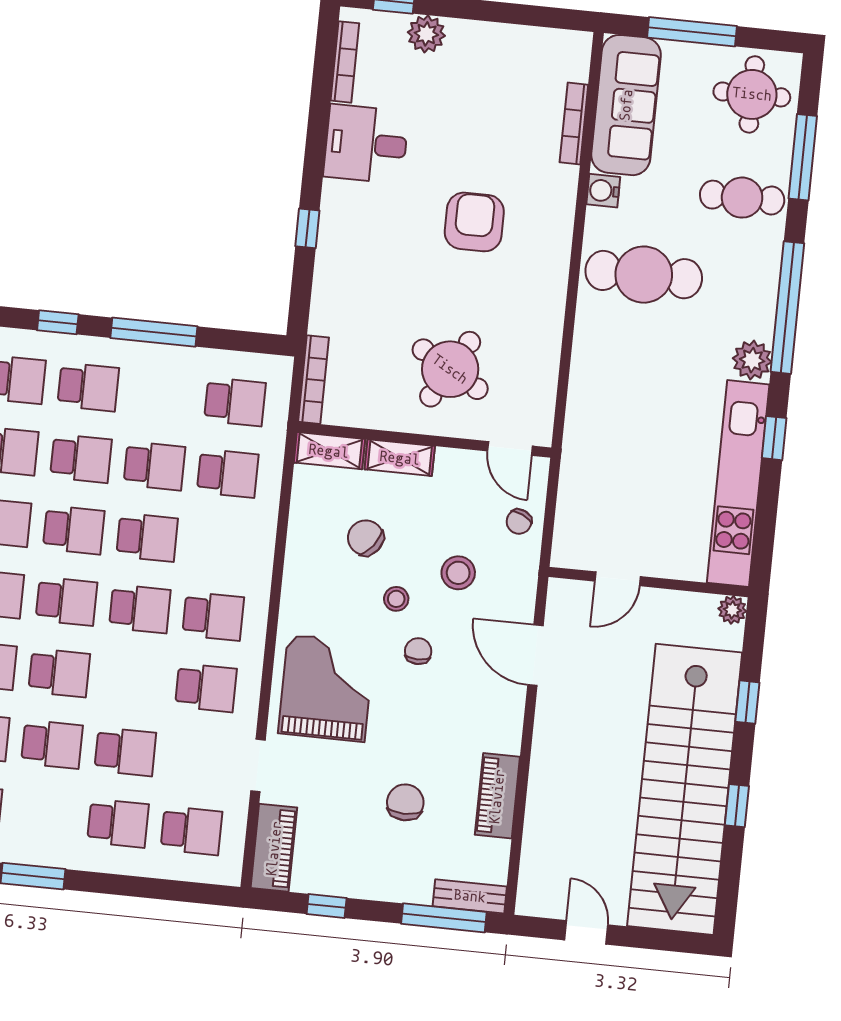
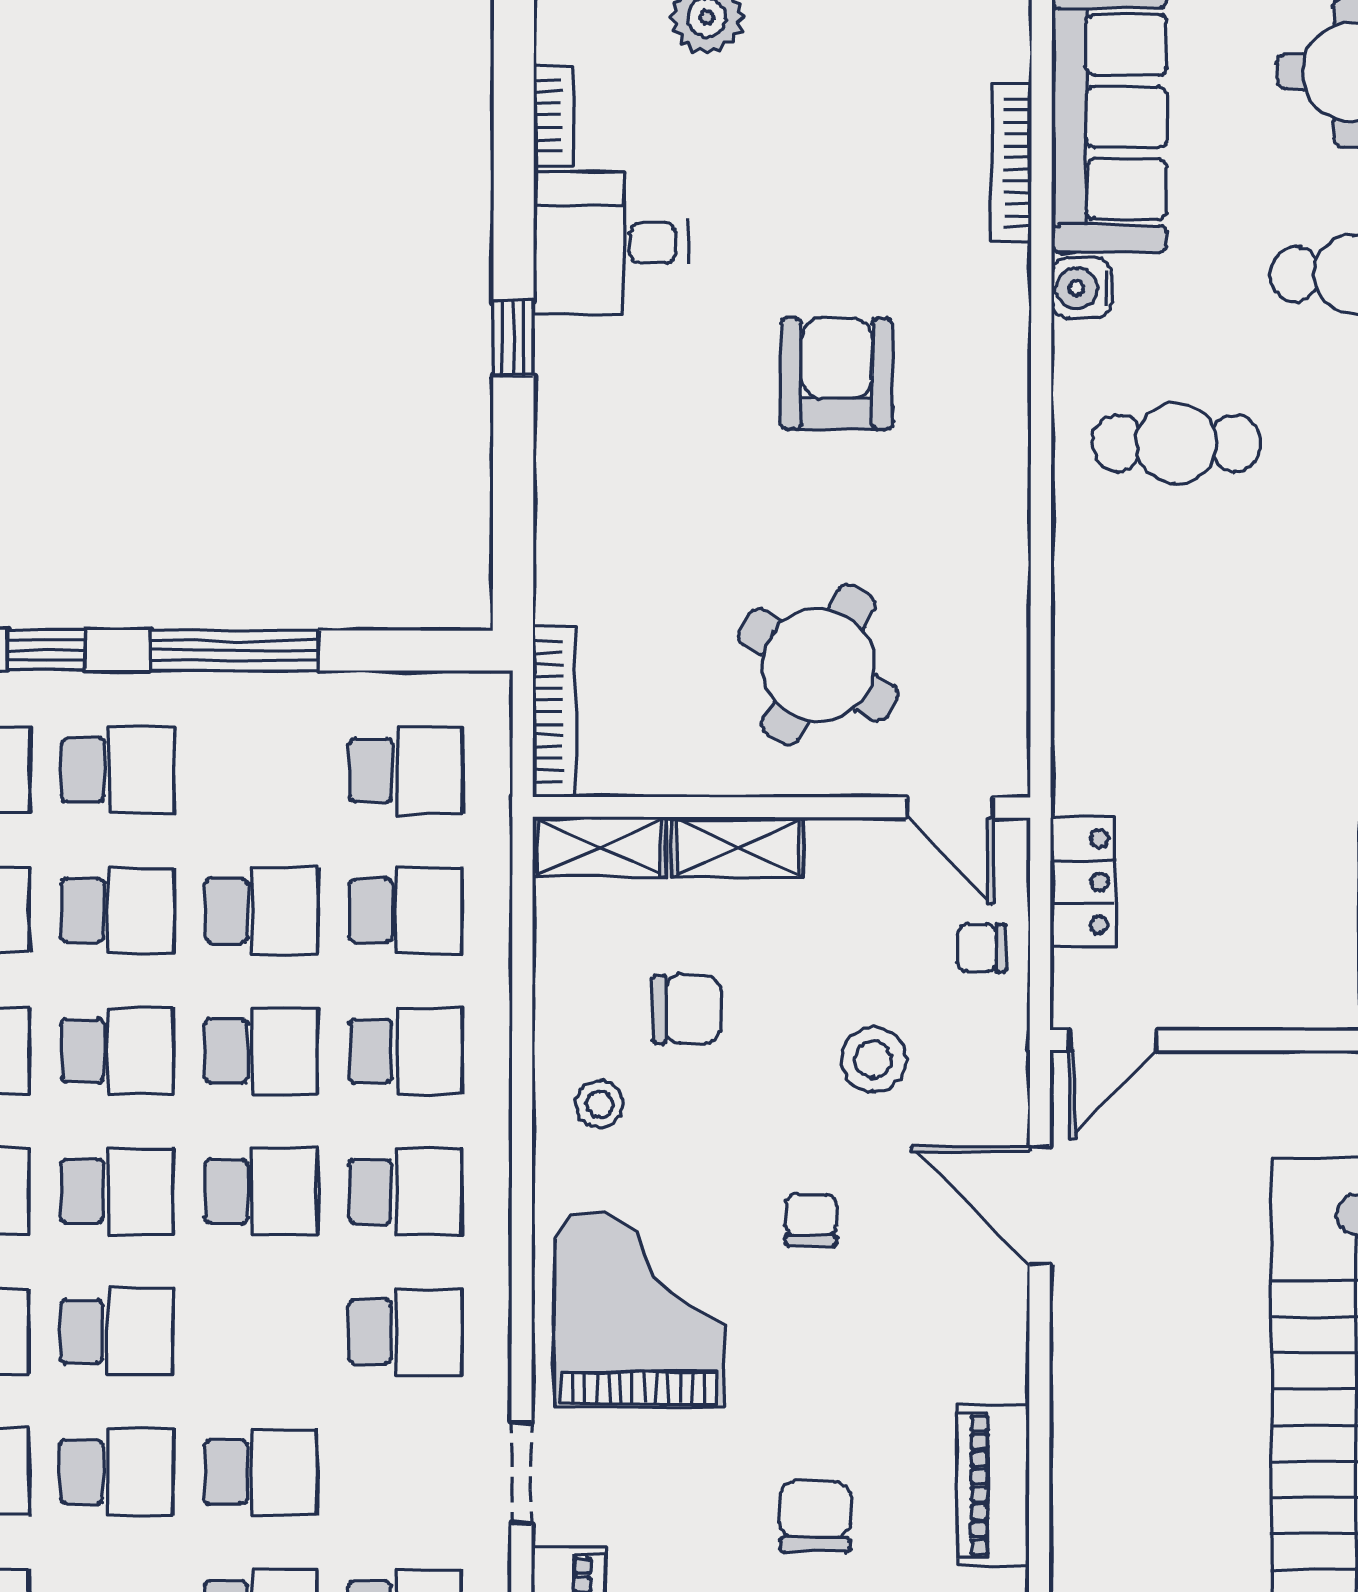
bookcase: (345, 62) -> (554, 116), width x0.64
window: (307, 228) -> (513, 338), moved
cafe table: (644, 275) -> (1177, 443), width x0.73, depth x0.74
locker: (574, 493) -> (1083, 882), added
chair: (519, 522) -> (982, 948), turned 65
chair: (366, 538) -> (687, 1009), turned 143
school desk: (220, 545) -> (405, 1051), added
door: (618, 579) -> (1113, 1040), moved
stool: (396, 599) -> (600, 1104), moved

